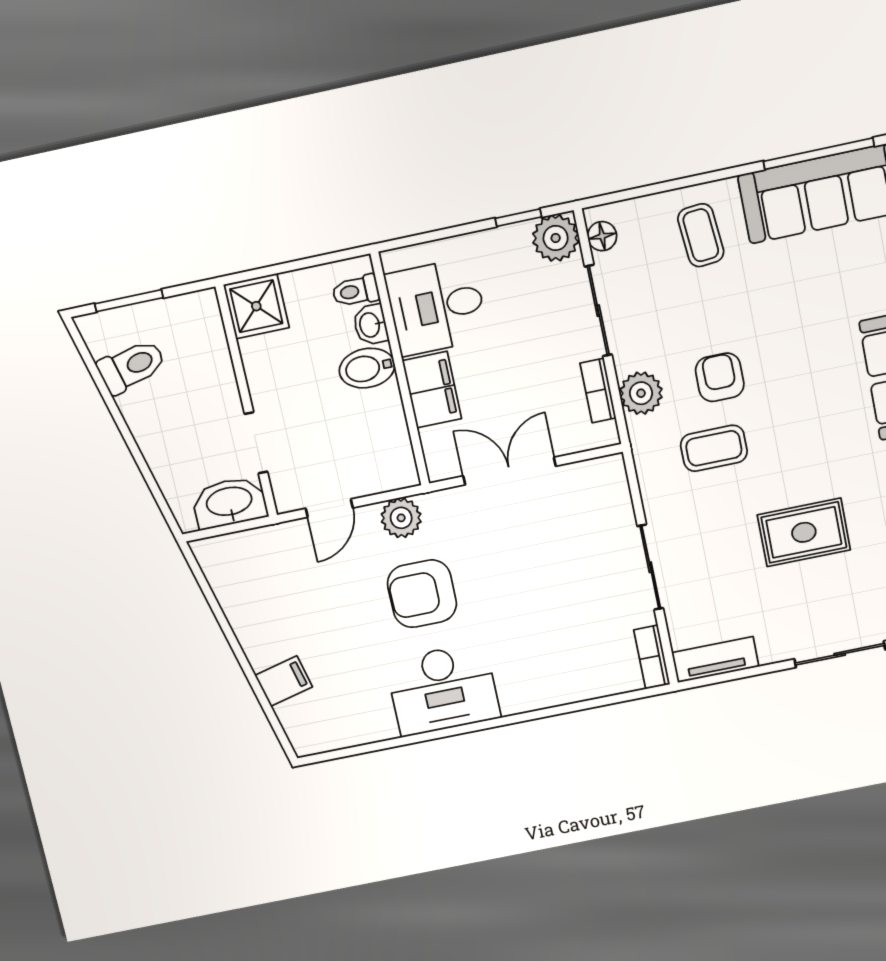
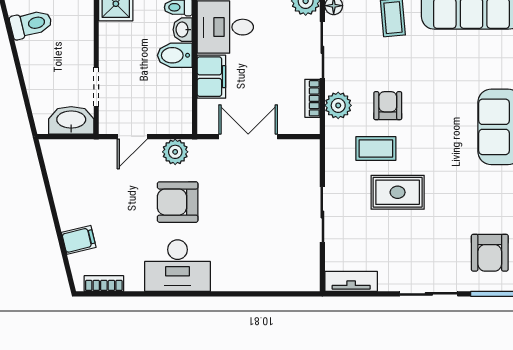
rug: (804, 532) -> (398, 192), moved
bookcase: (652, 657) -> (104, 284), moved, turned 90

